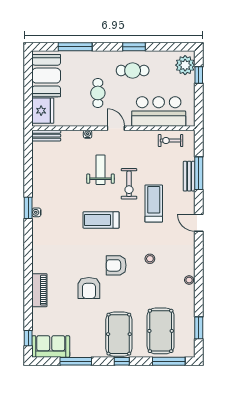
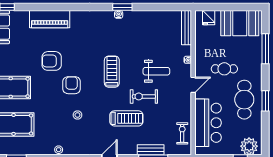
cafe table: (133, 70) -> (244, 100), width x1.37, depth x1.35
fridge: (43, 111) -> (209, 18), width x0.53, depth x0.75
bench: (46, 136) -> (187, 28), width x1.36
piano: (39, 290) -> (50, 19), width x1.37, depth x1.33

